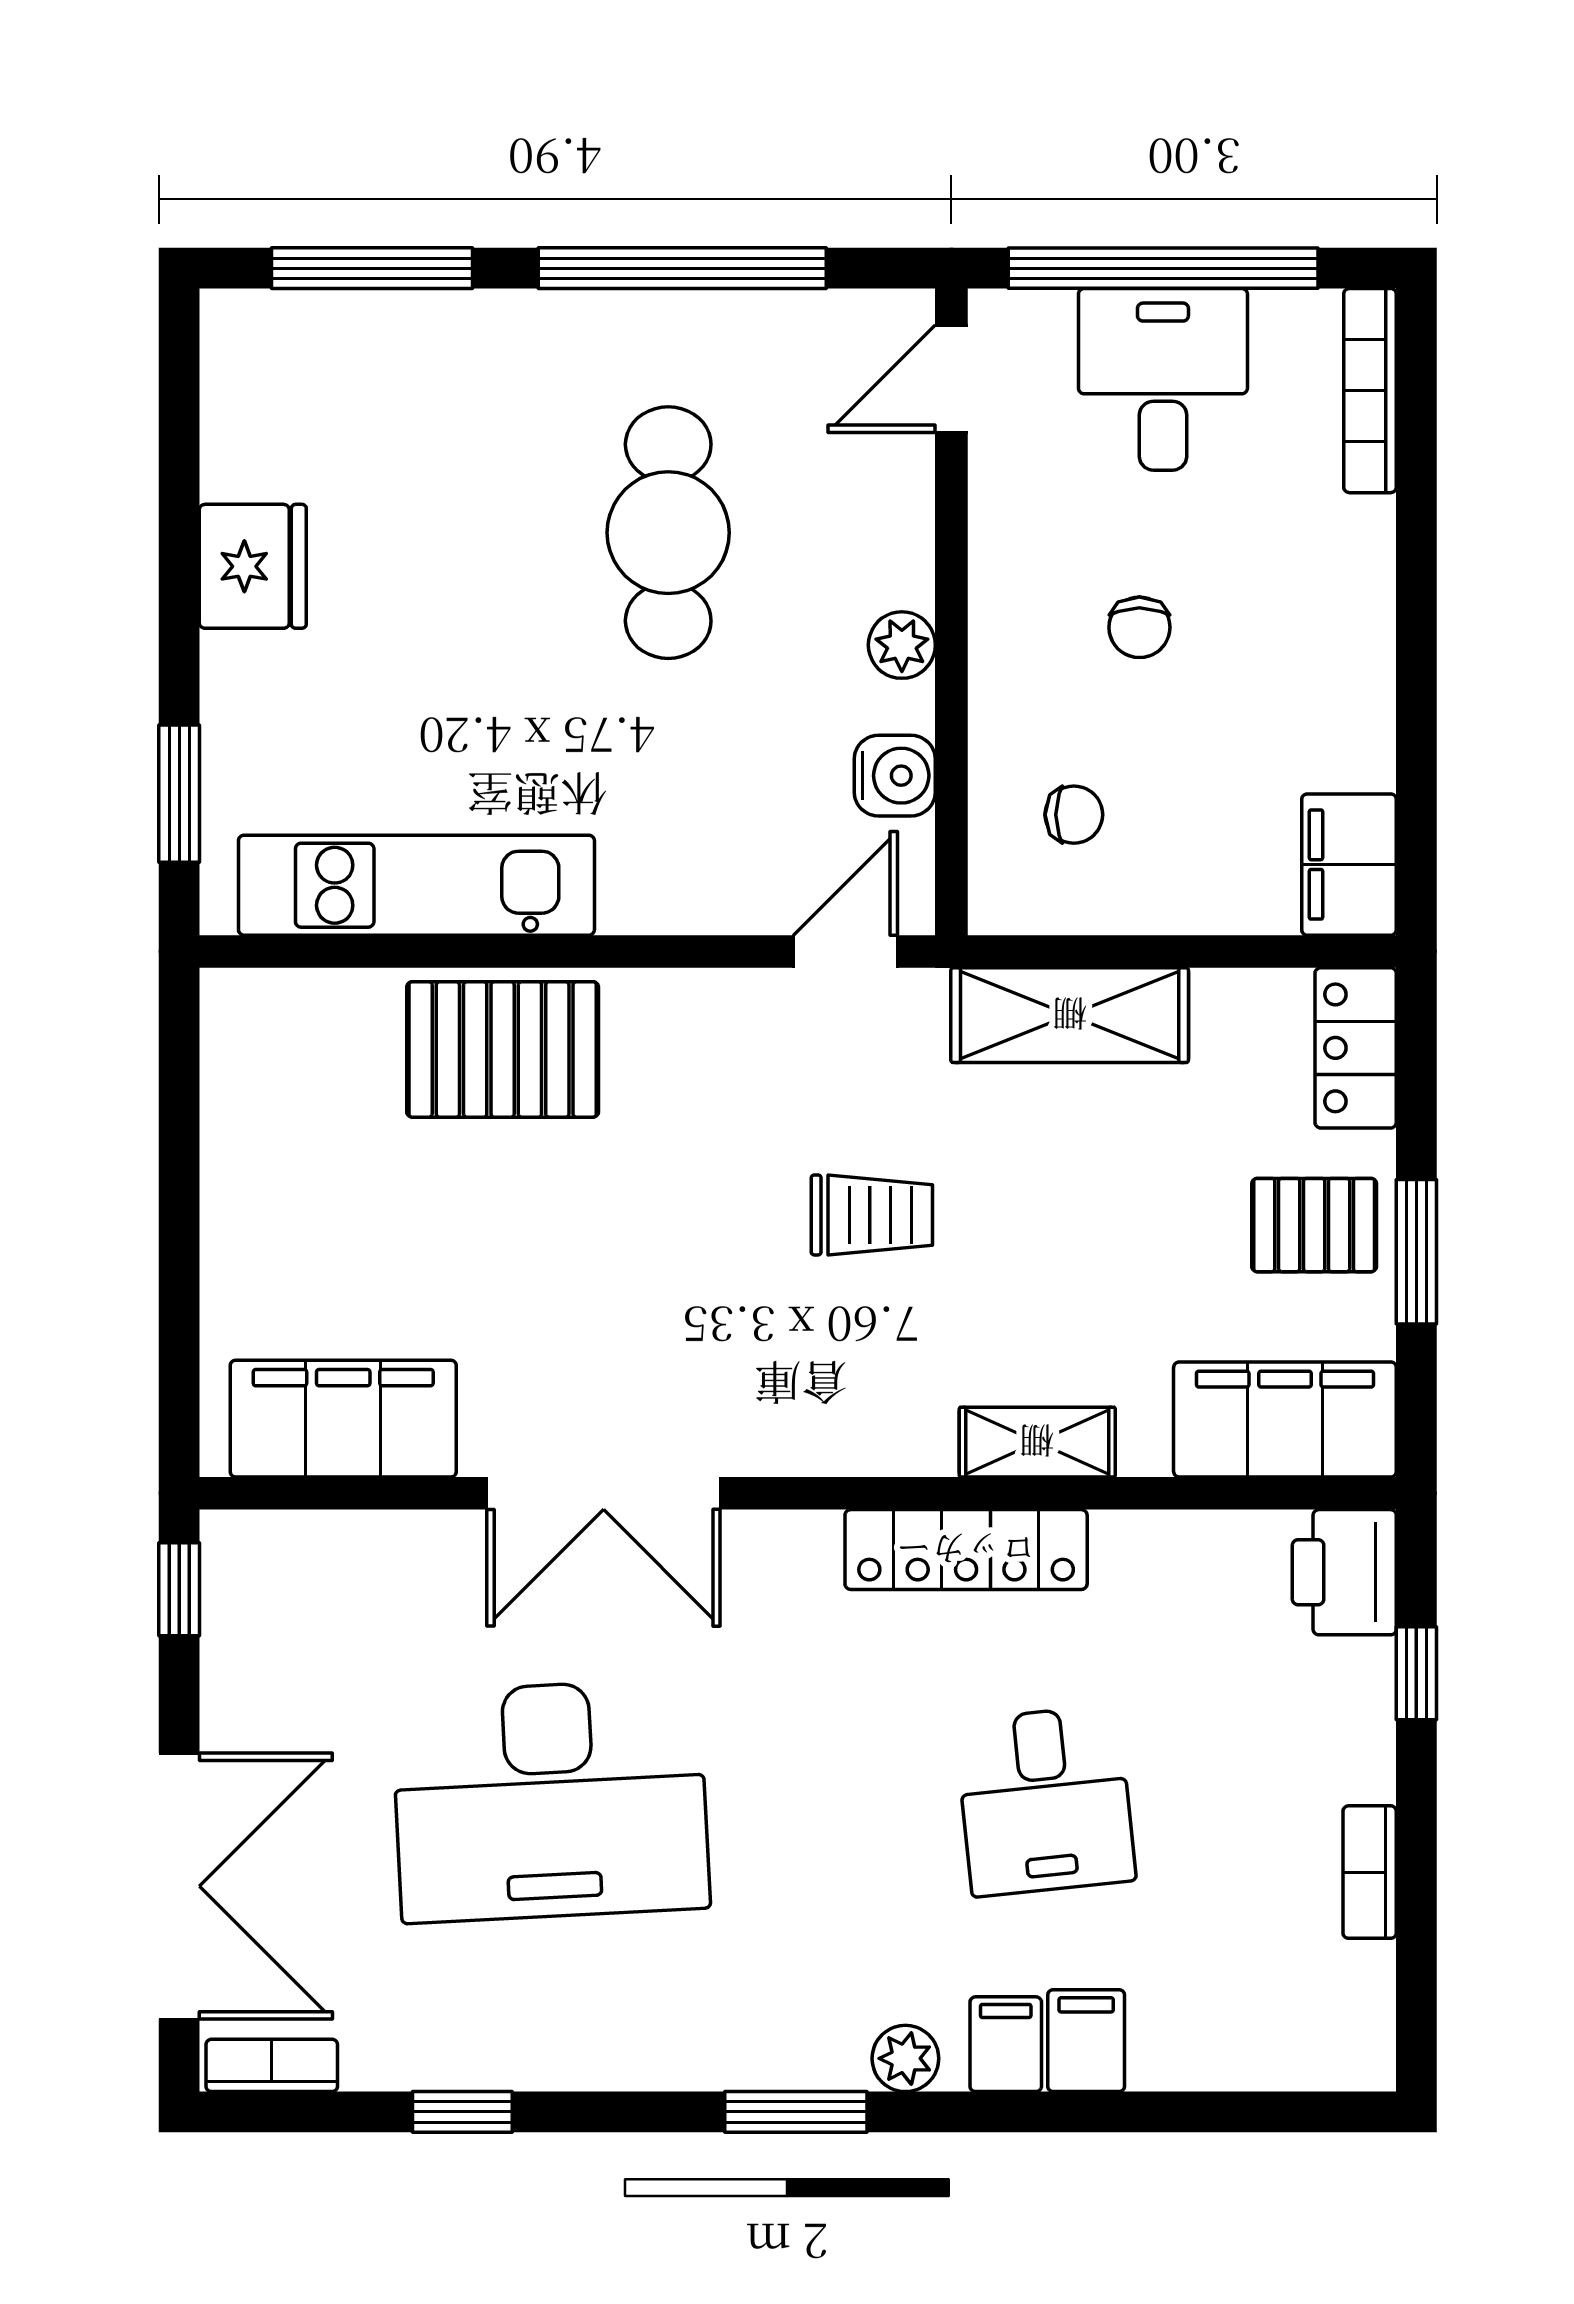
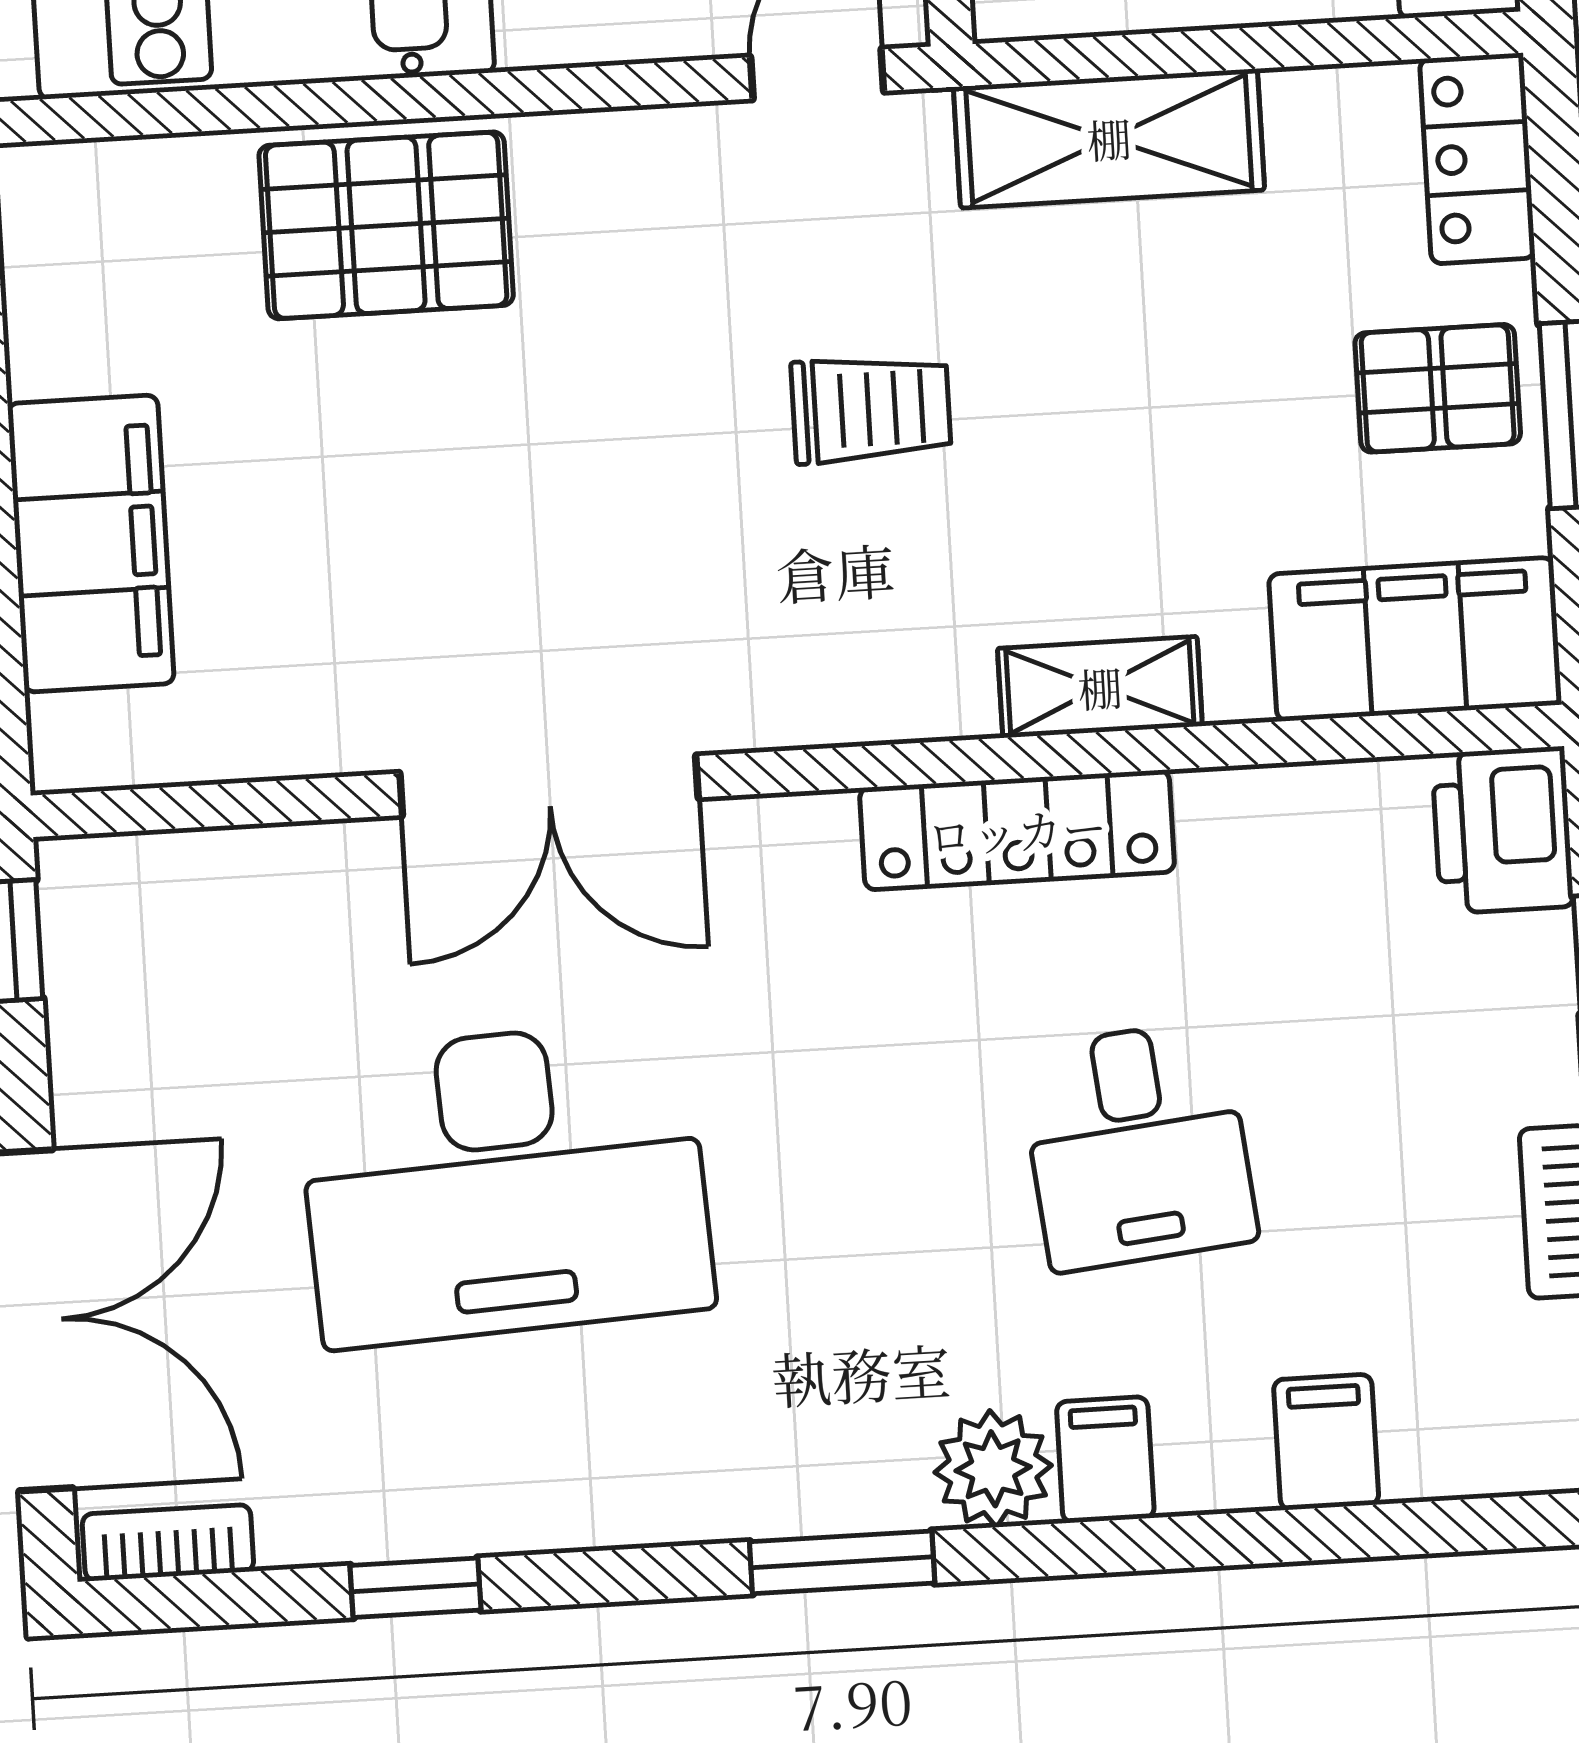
filing cabinet: (343, 1419) -> (91, 544), moved, turned 90
filing cabinet: (1086, 2041) -> (1326, 1442), moved
plant: (905, 2058) -> (993, 1469), width x1.38, depth x1.38

